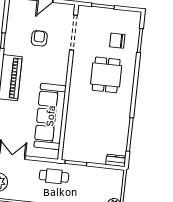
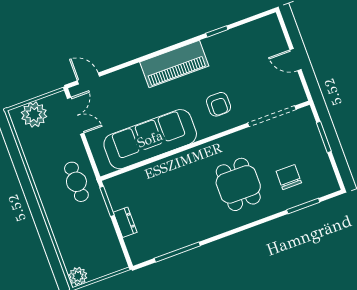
armchair: (39, 38) -> (219, 104), moved, turned 90
dining table: (106, 75) -> (238, 184), turned 90
dresser: (116, 160) -> (125, 222), moved

